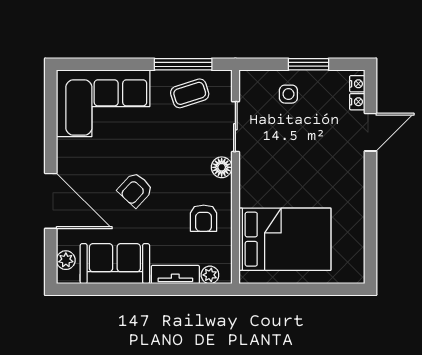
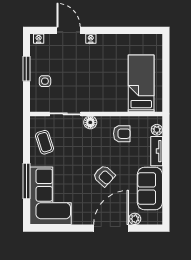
window: (183, 64) -> (26, 181), moved
nightstand: (357, 102) -> (91, 39), moved
bed: (285, 239) -> (141, 83), width x0.67
plant: (66, 260) -> (135, 219), moved

